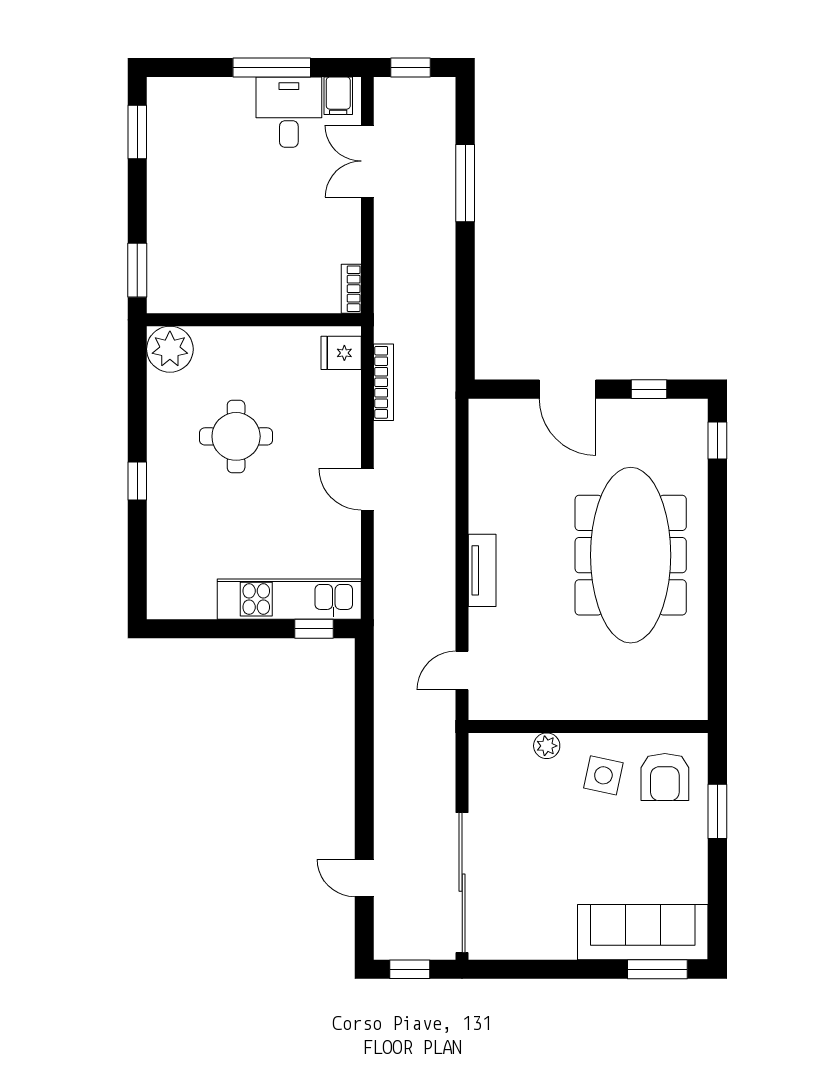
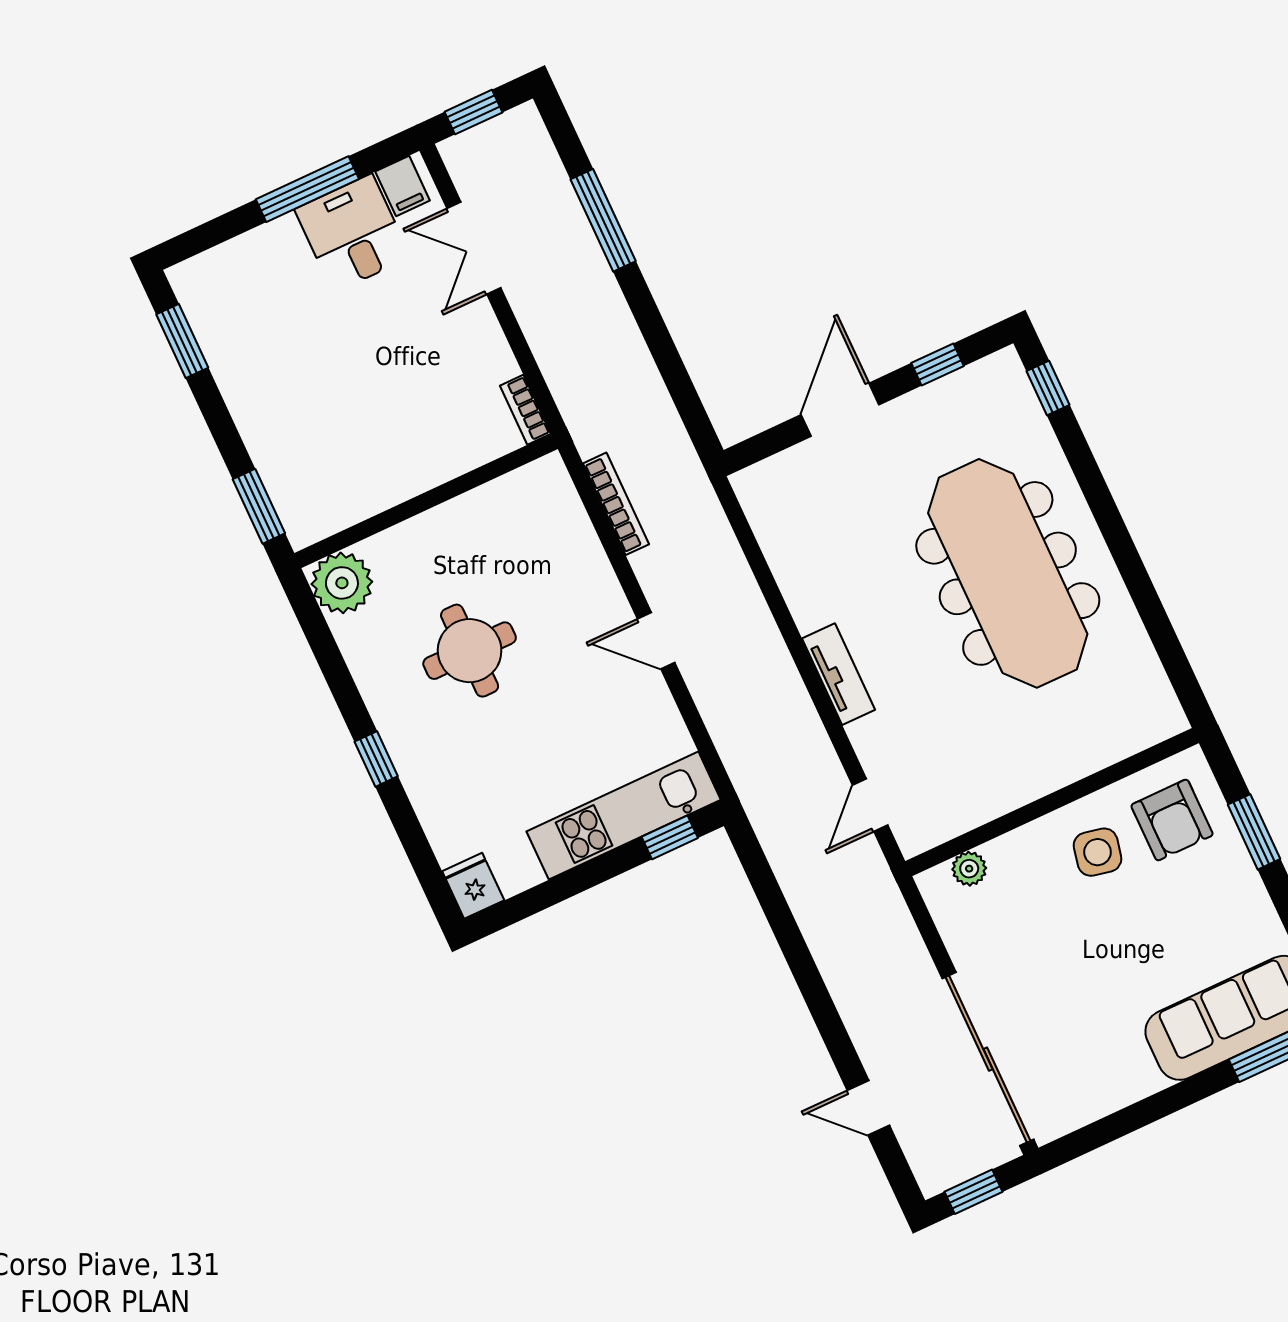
fridge: (341, 353) -> (473, 886), moved, turned 90
door: (568, 389) -> (840, 410), swing flipped
plant: (547, 746) -> (969, 869), moved

